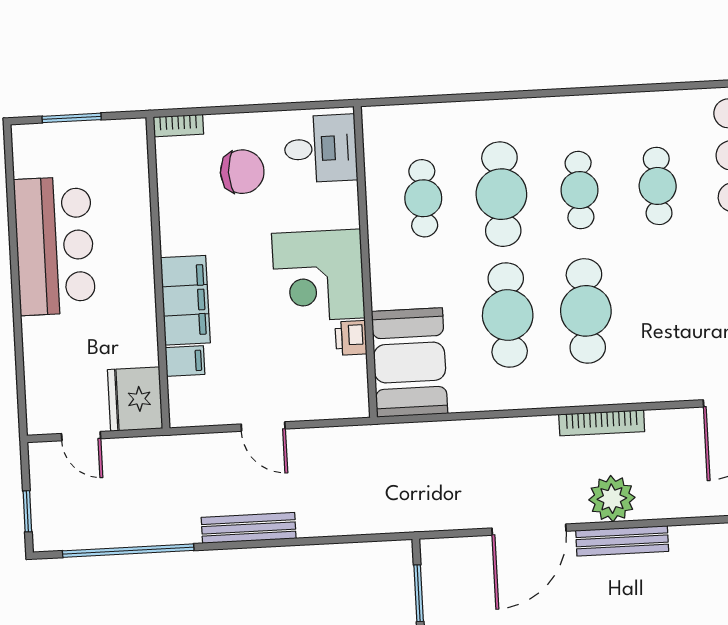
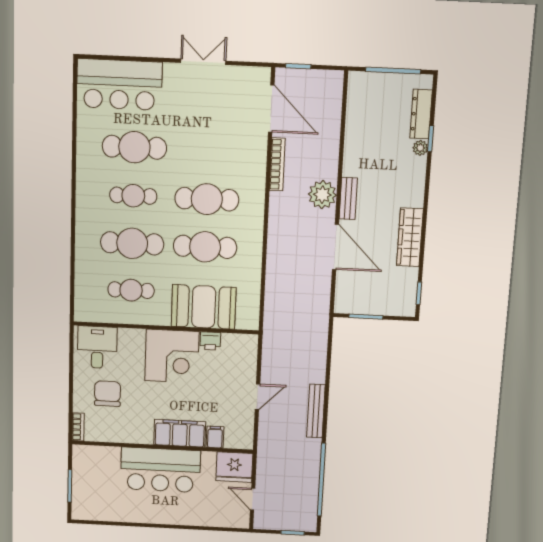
cafe table: (658, 186) -> (134, 147), width x1.37, depth x1.35
bar counter: (55, 246) -> (160, 470), moved, turned 180
booth: (410, 363) -> (204, 307), moved
bookcase: (602, 423) -> (277, 164), moved
door: (81, 436) -> (253, 499), swing flipped
bench: (622, 541) -> (348, 198), width x0.73

